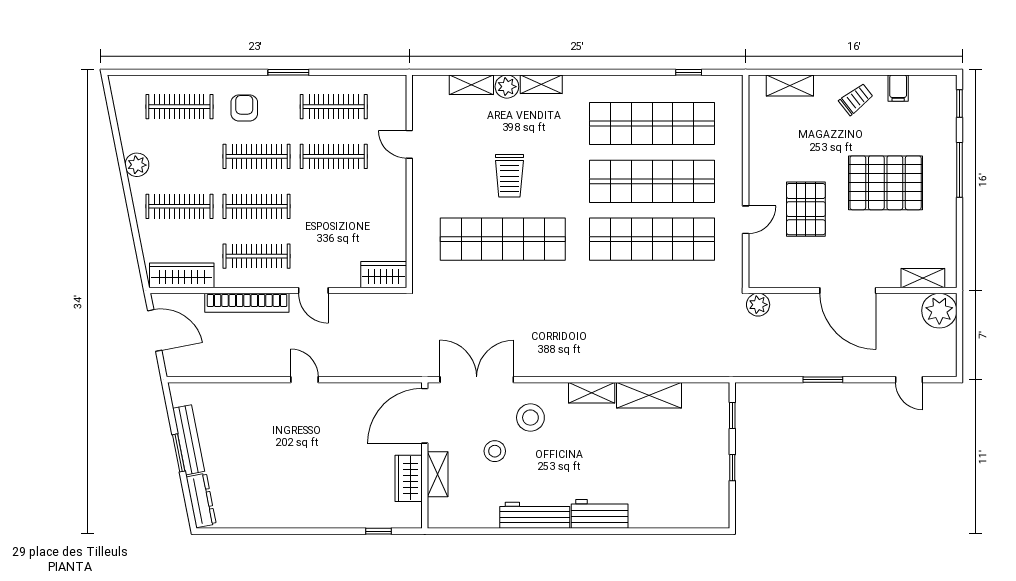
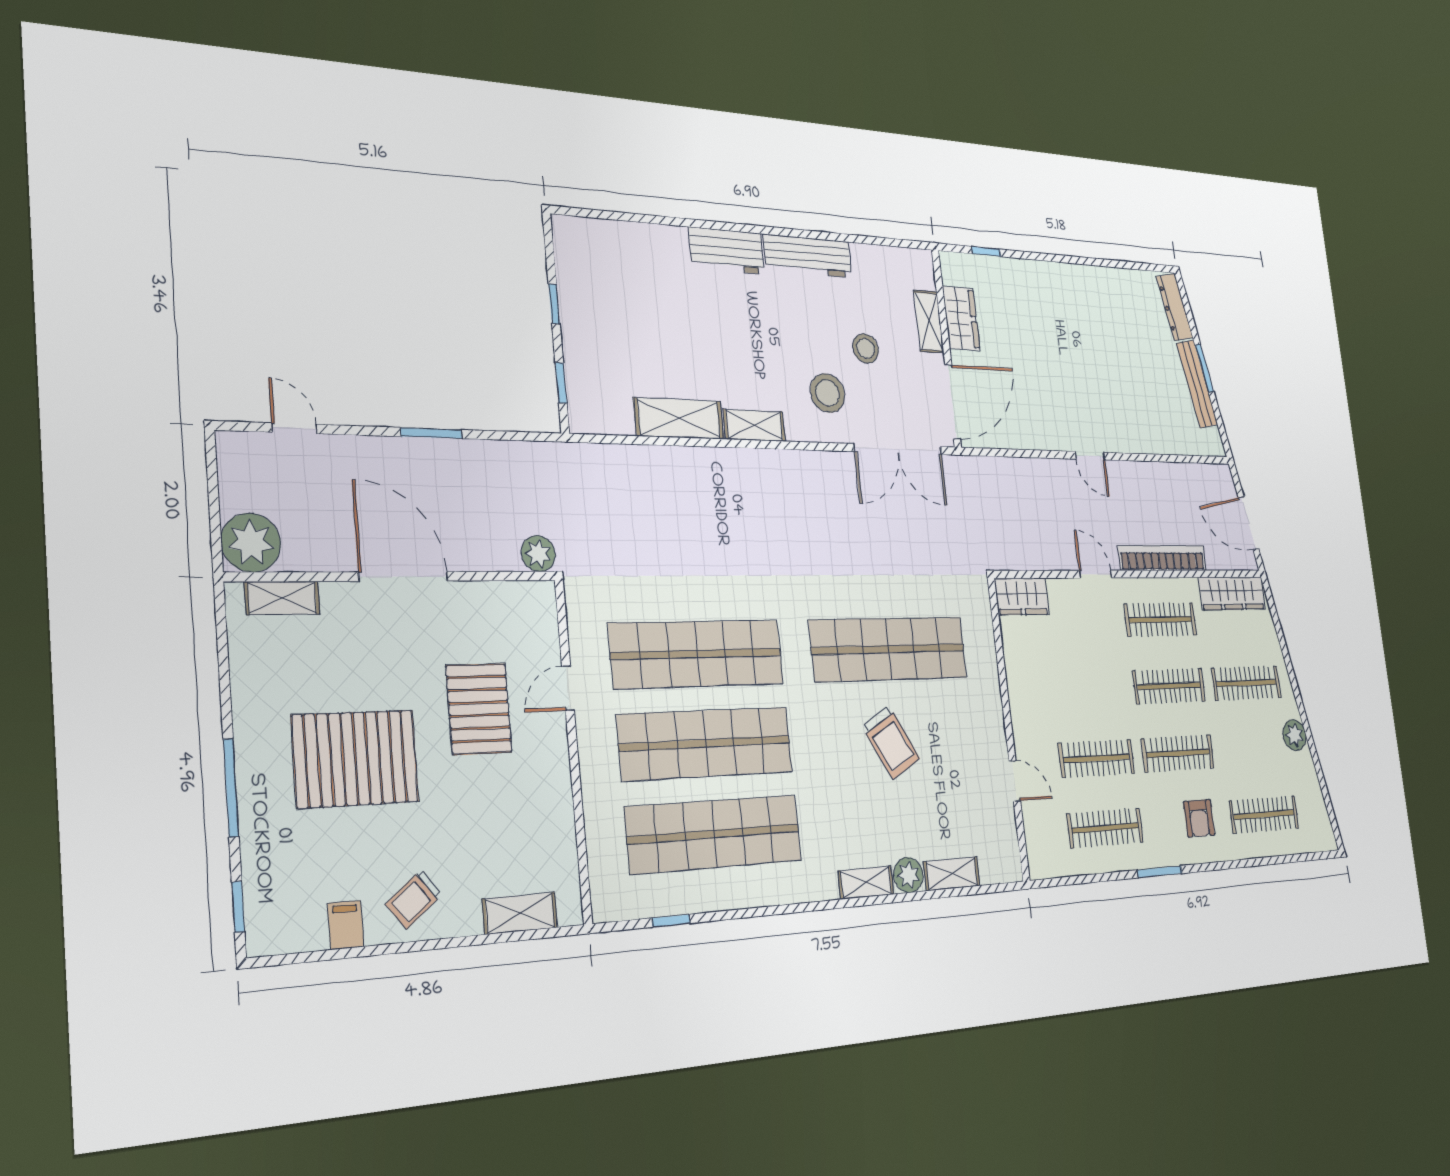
trolley: (509, 176) -> (891, 742), turned 151

